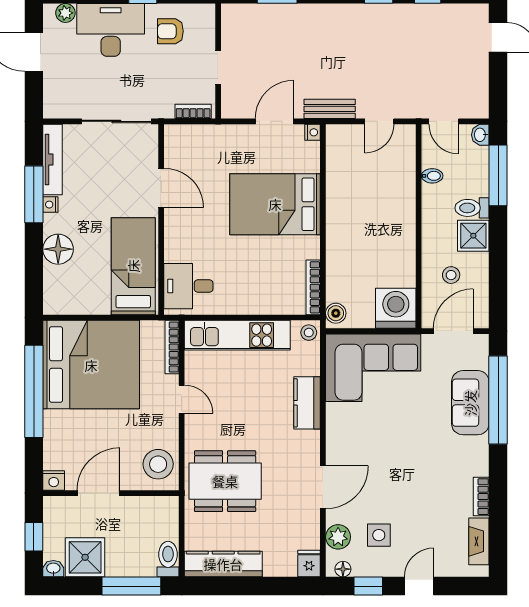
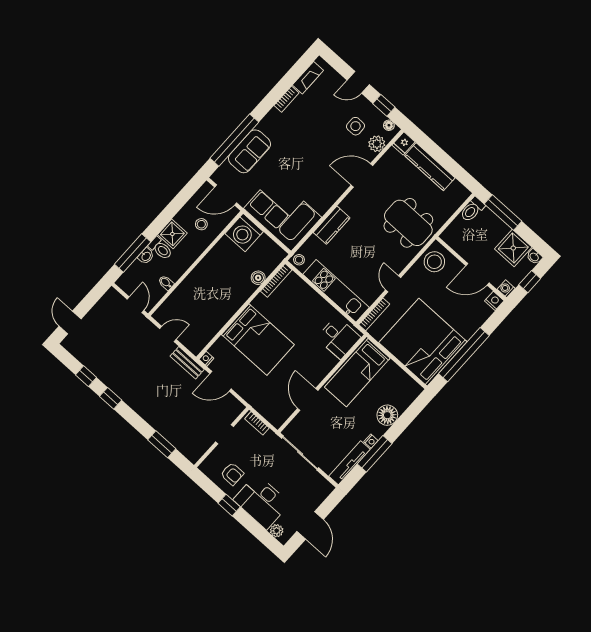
washbasin: (480, 135) -> (146, 256), moved
boiler: (336, 313) -> (258, 278), moved
washing machine: (53, 505) -> (506, 289), added
kitchen counter: (223, 564) -> (430, 167), moved

